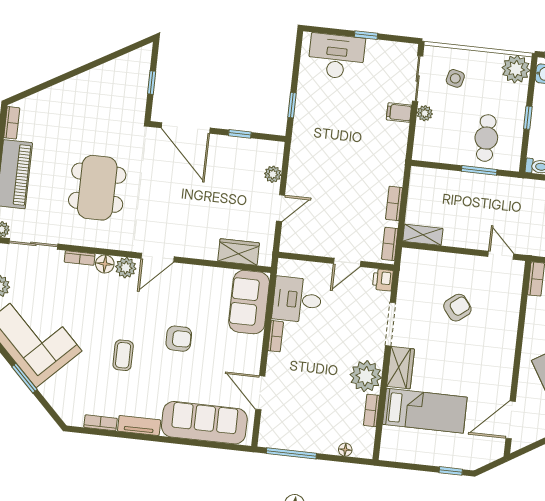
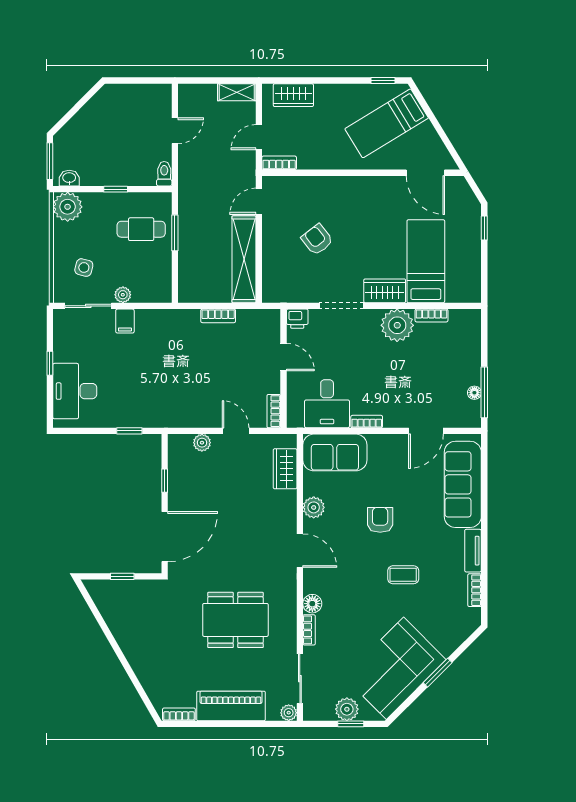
shelving: (423, 235) -> (244, 259), width x2.20, depth x1.33
bookcase: (390, 244) -> (274, 411), moved, turned 90
plant: (126, 268) -> (314, 507), moved
floor lamp: (345, 450) -> (474, 393), moved

